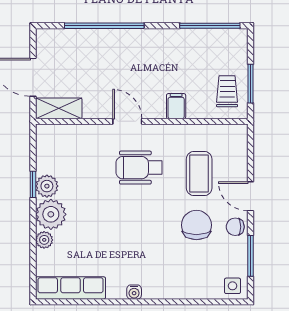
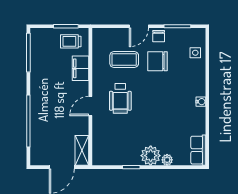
filing cabinet: (176, 106) -> (81, 68), width x2.00
plant: (47, 186) -> (132, 158), removed
side table: (233, 286) -> (195, 53), moved
row of seats: (70, 288) -> (198, 150), width x0.68

